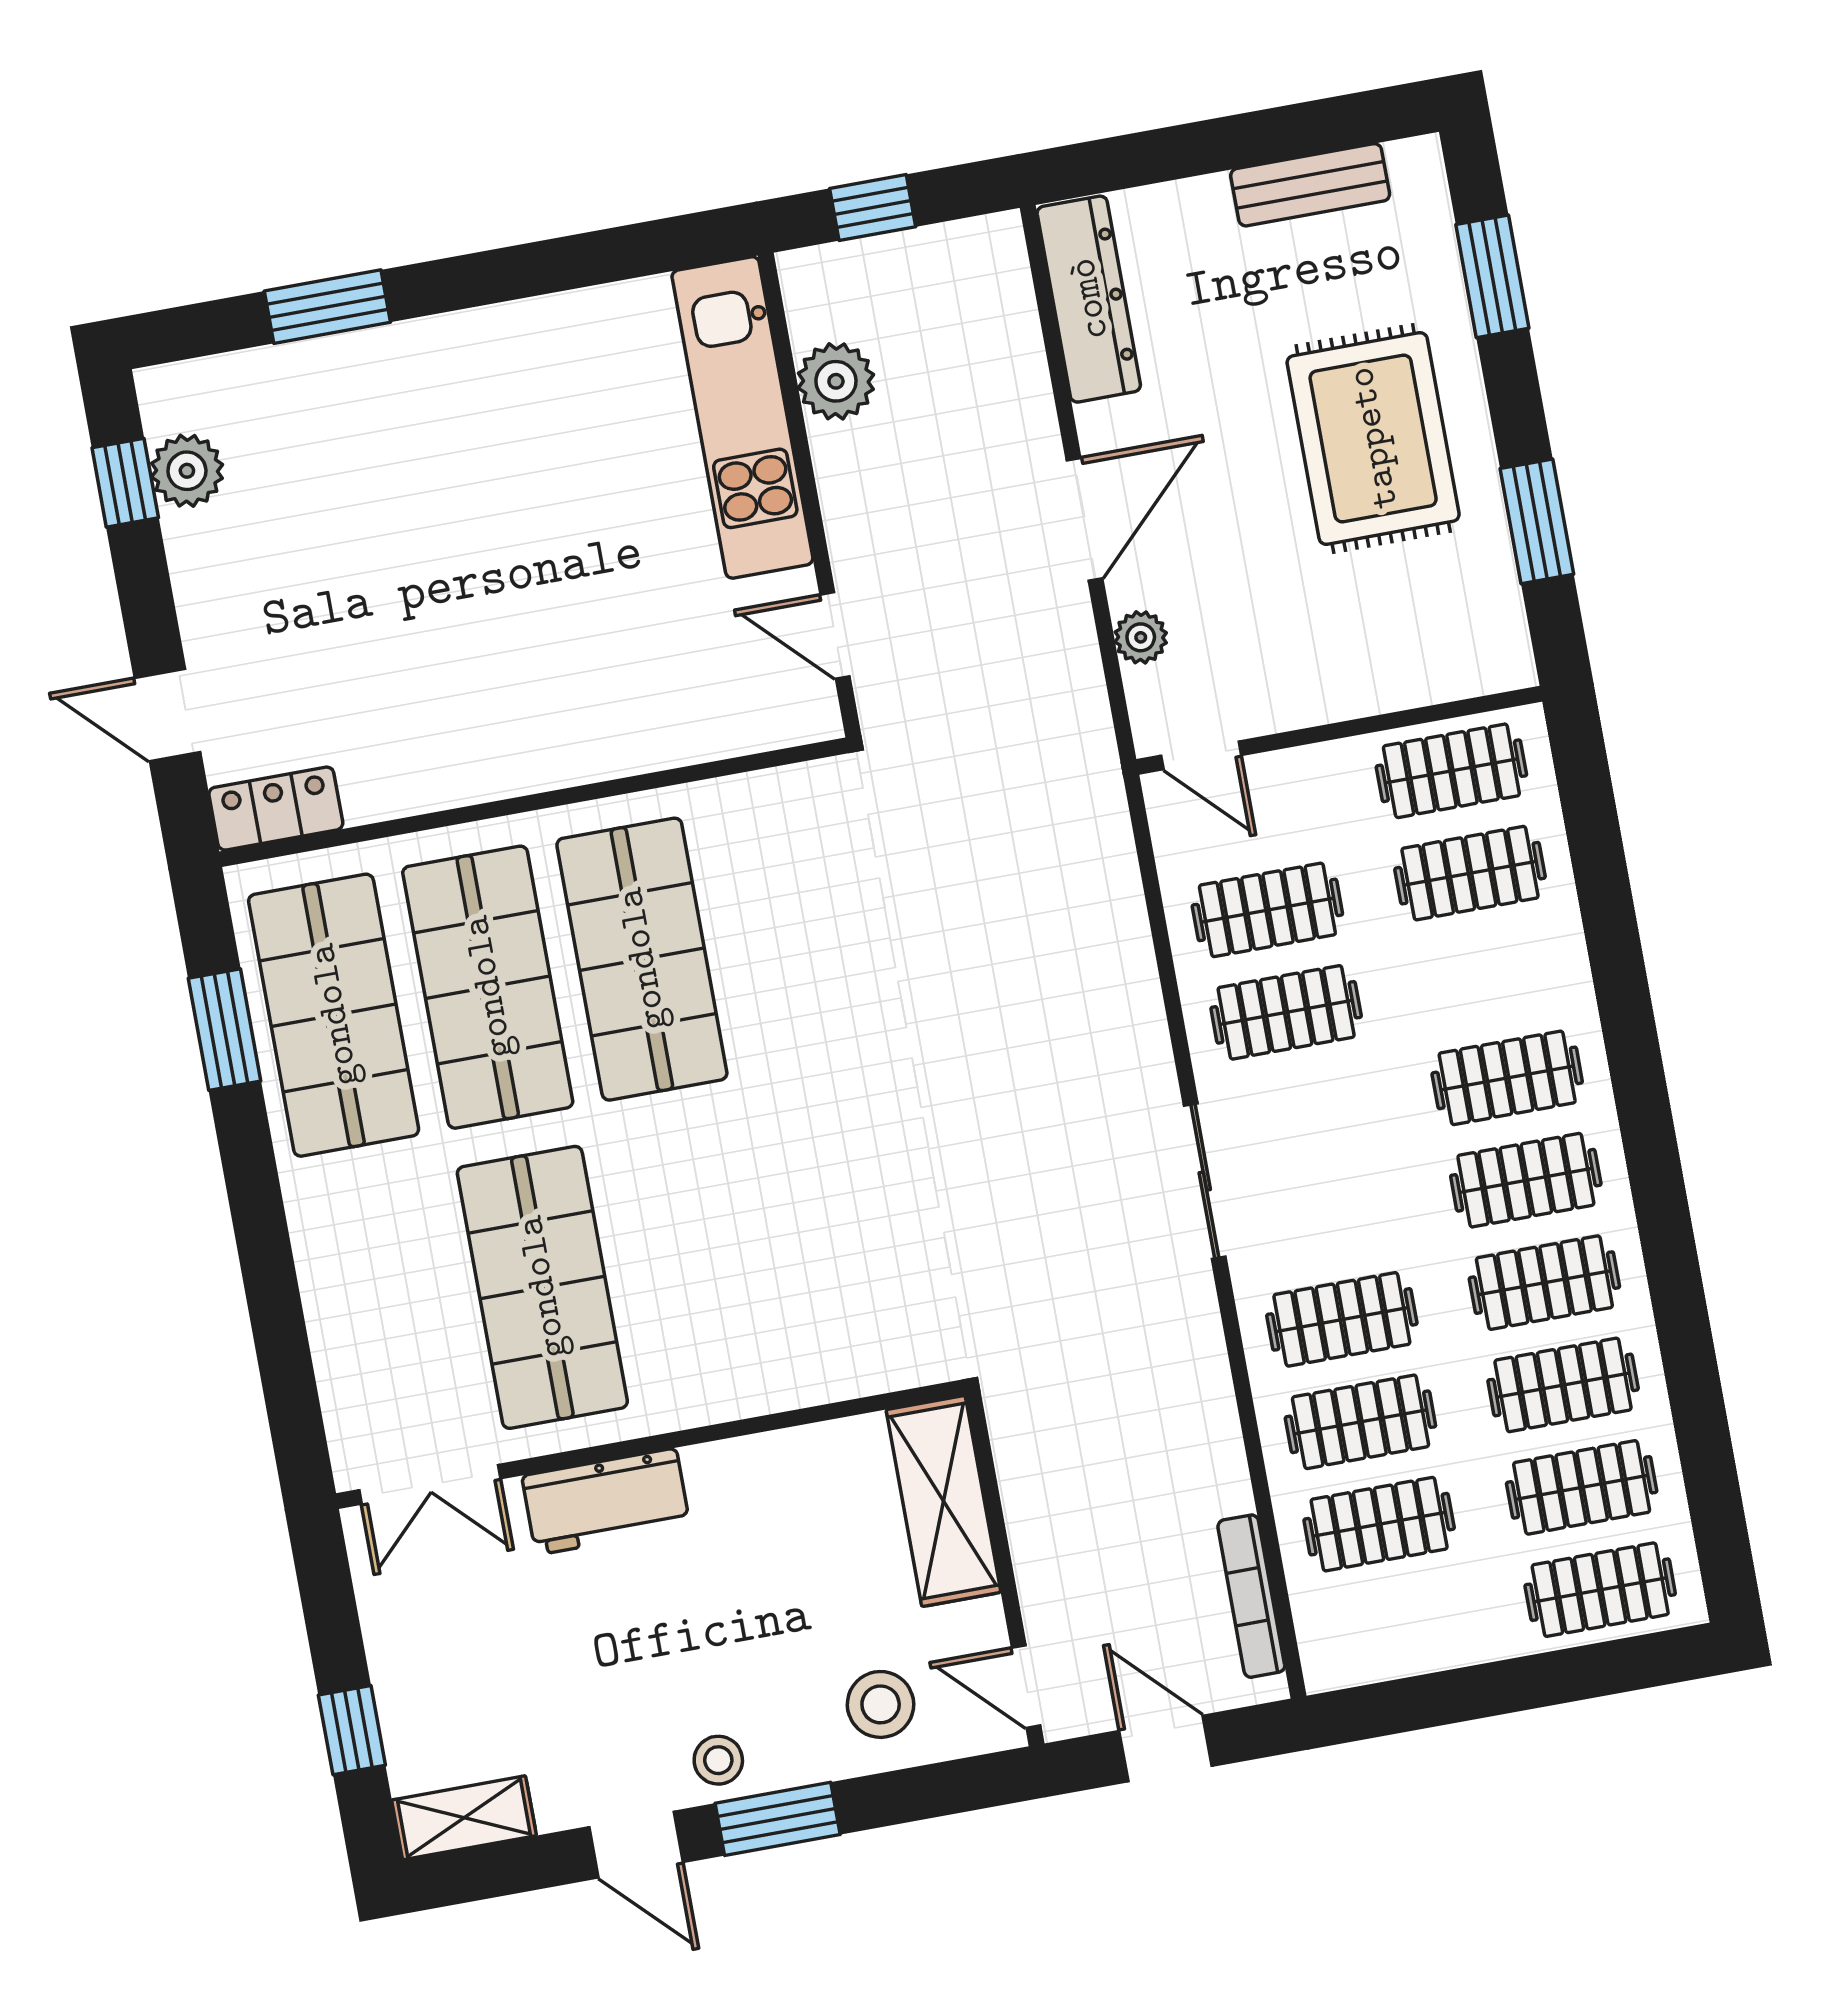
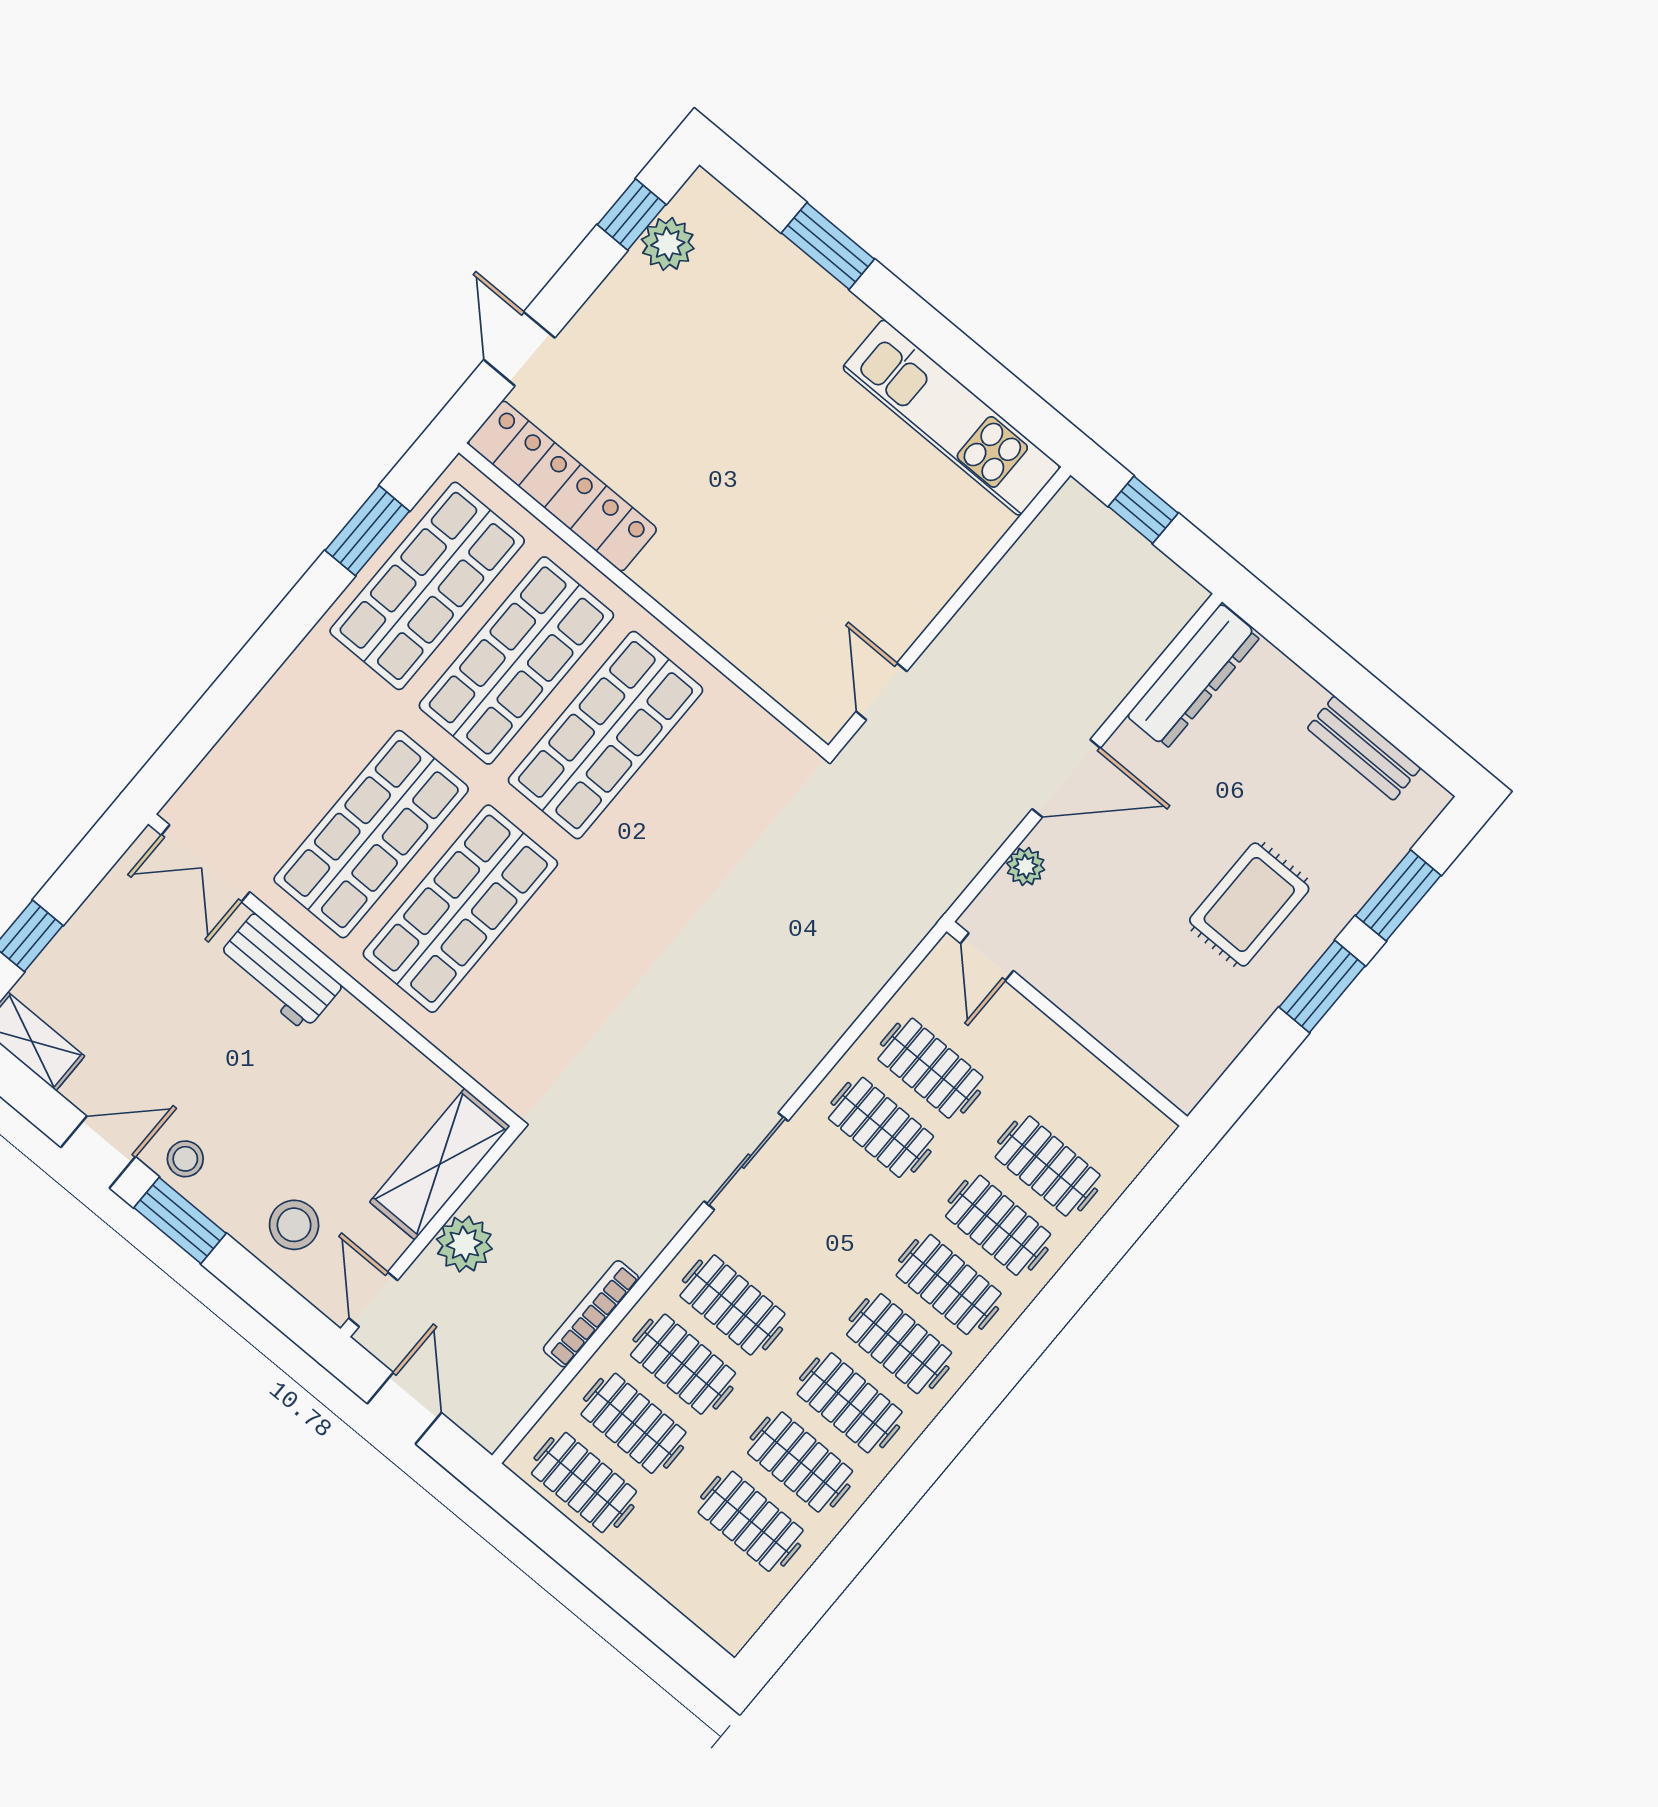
plant: (836, 381) -> (464, 1244), moved
kitchen unit: (742, 417) -> (951, 418), moved, turned -90
rug: (1373, 438) -> (1249, 904), width x0.73, depth x0.70
window: (1537, 521) -> (1322, 986), moved
clothes rail: (1451, 771) -> (998, 1225), moved
locker: (276, 809) -> (562, 486), width x2.16, depth x1.21
shop shelf: (697, 1259) -> (460, 909), added
clothes rail: (1600, 1590) -> (584, 1483), moved
bookcase: (1251, 1596) -> (591, 1314), moved
door: (636, 1845) -> (98, 1152), swing flipped

